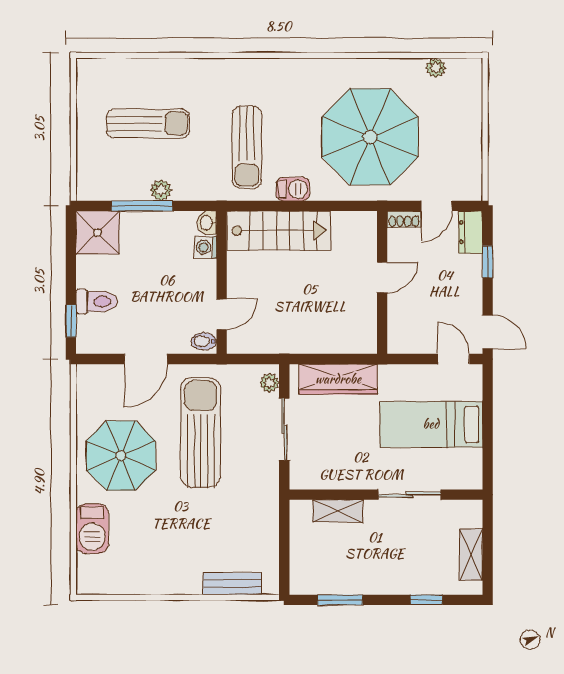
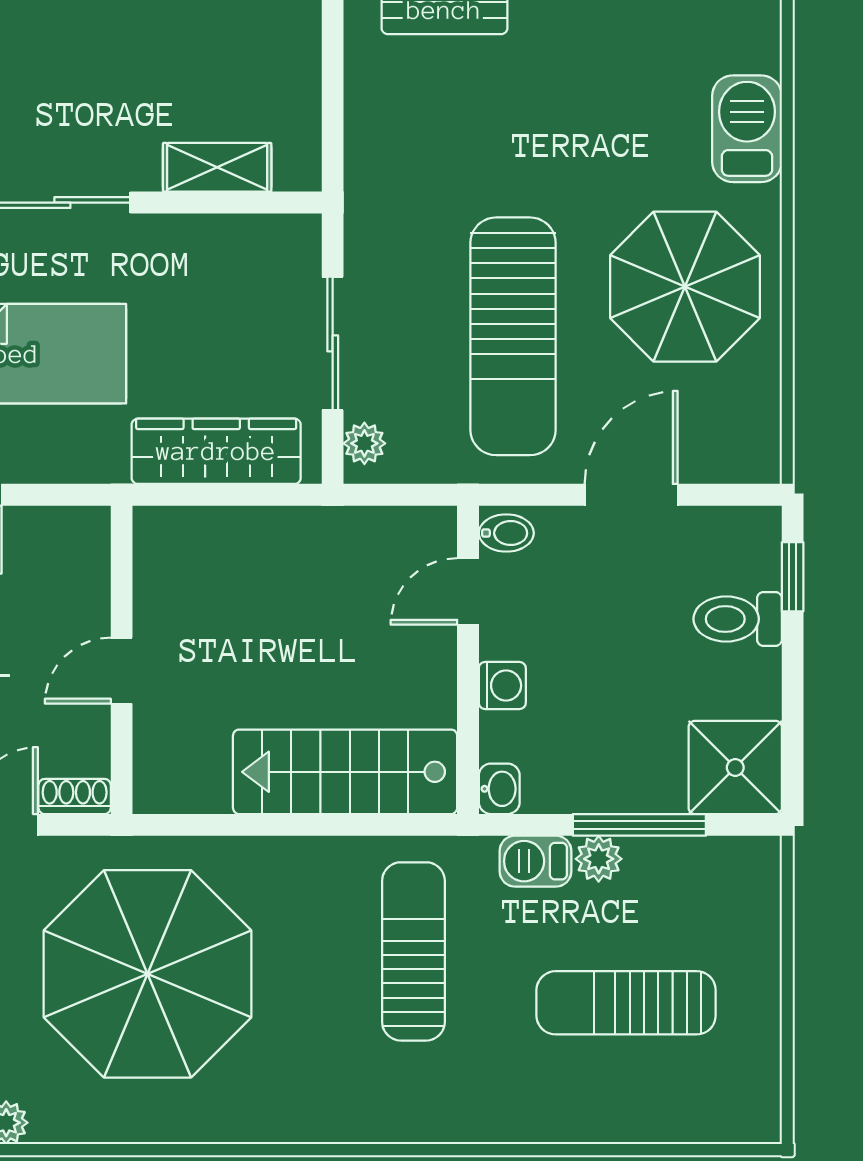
barbecue: (293, 189) -> (535, 861), moved
washing machine: (206, 247) -> (502, 686), moved

